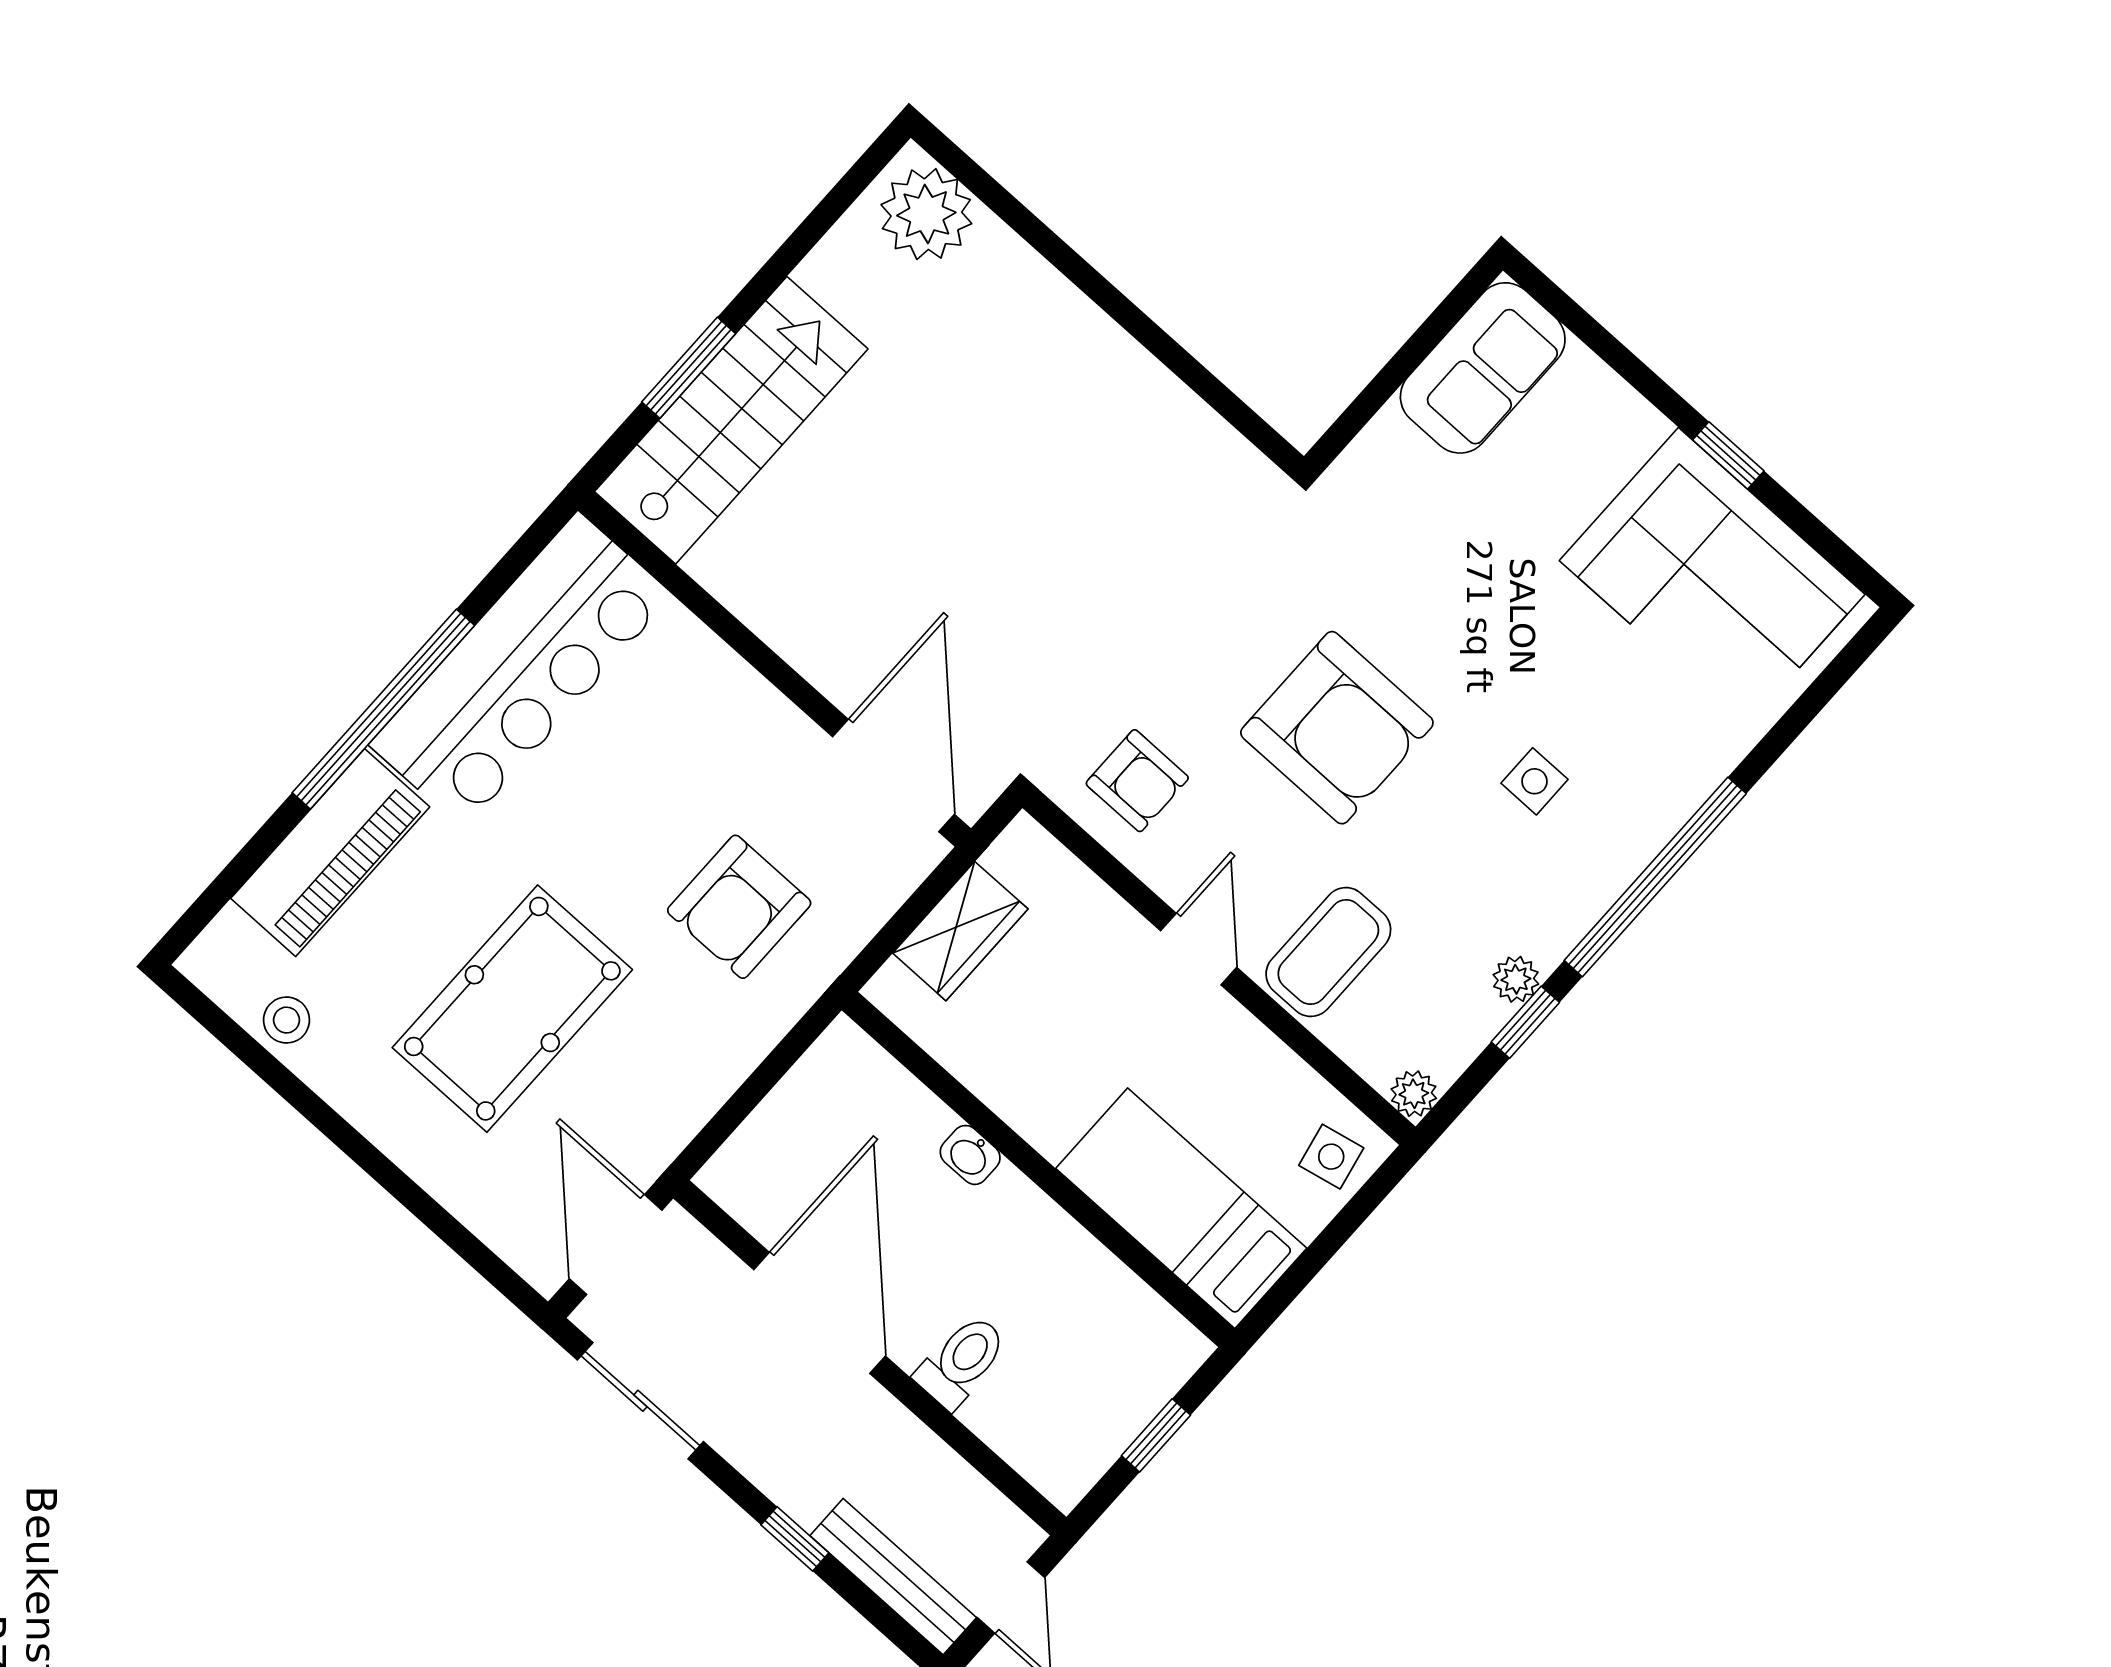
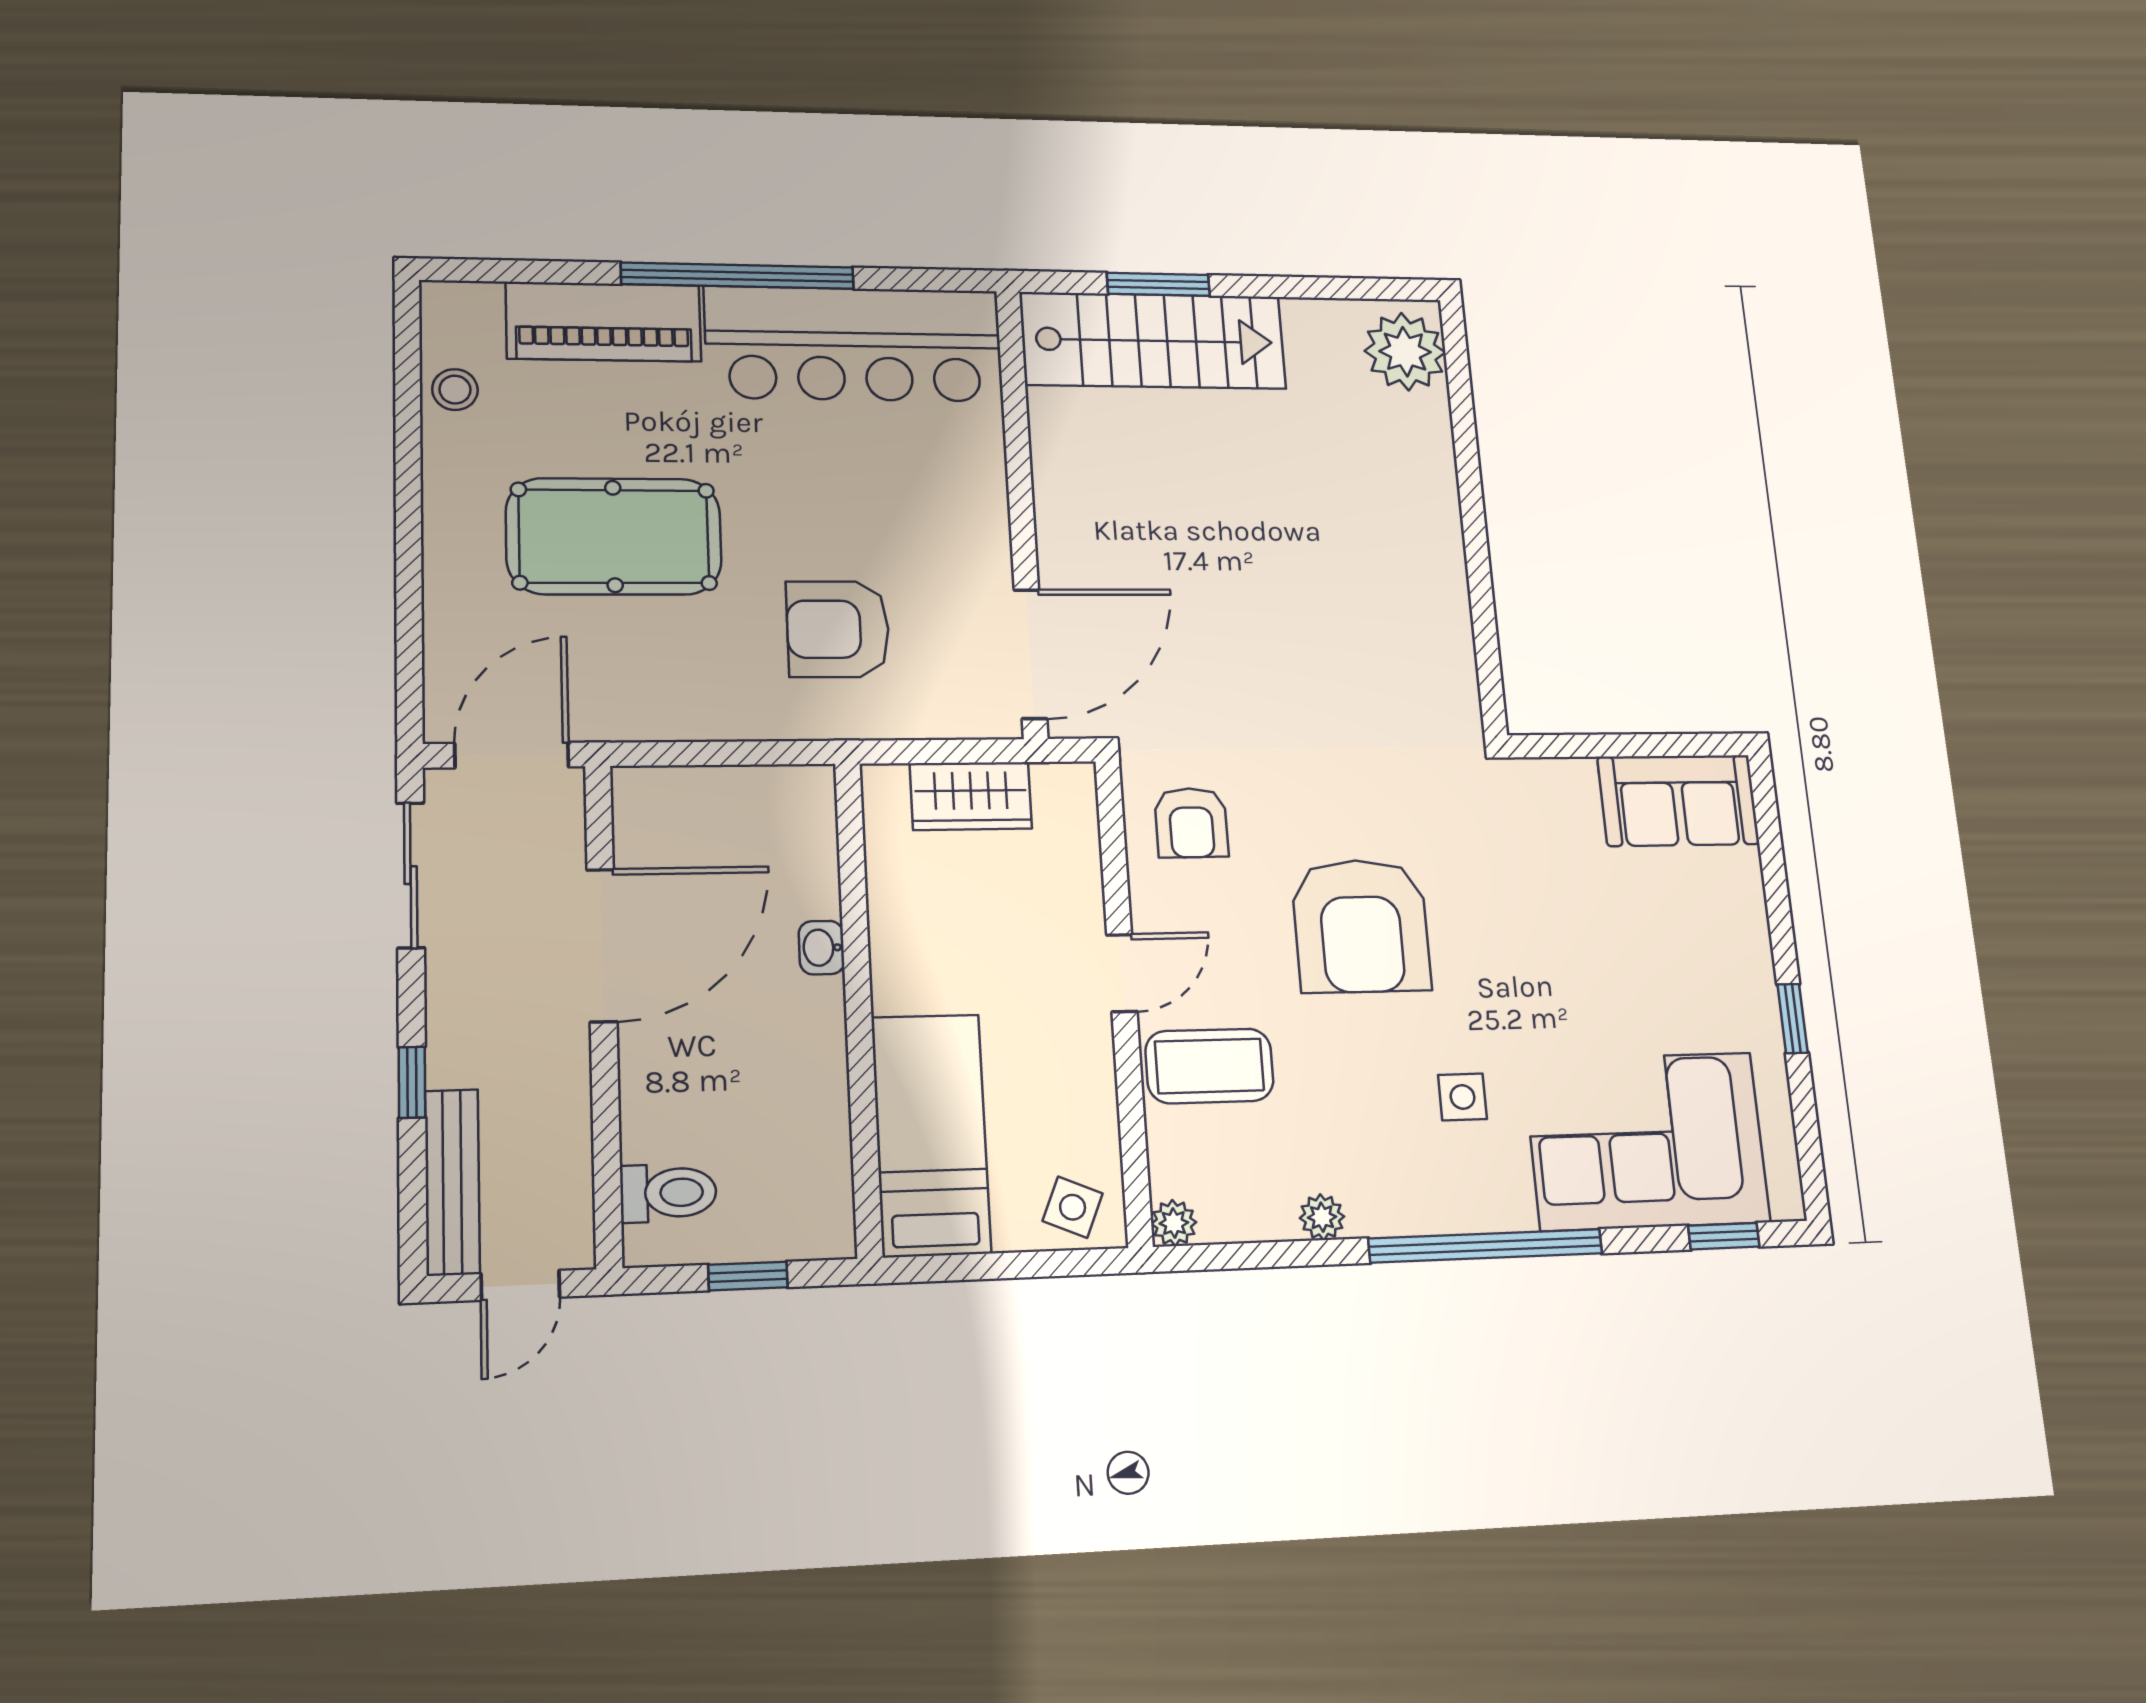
corner sofa: (1712, 577) -> (1647, 1141), moved, turned 90
window: (1525, 1022) -> (1724, 1236), moved
side table: (1331, 1157) -> (1073, 1207), turned 35
toilet: (962, 1361) -> (668, 1193), moved

